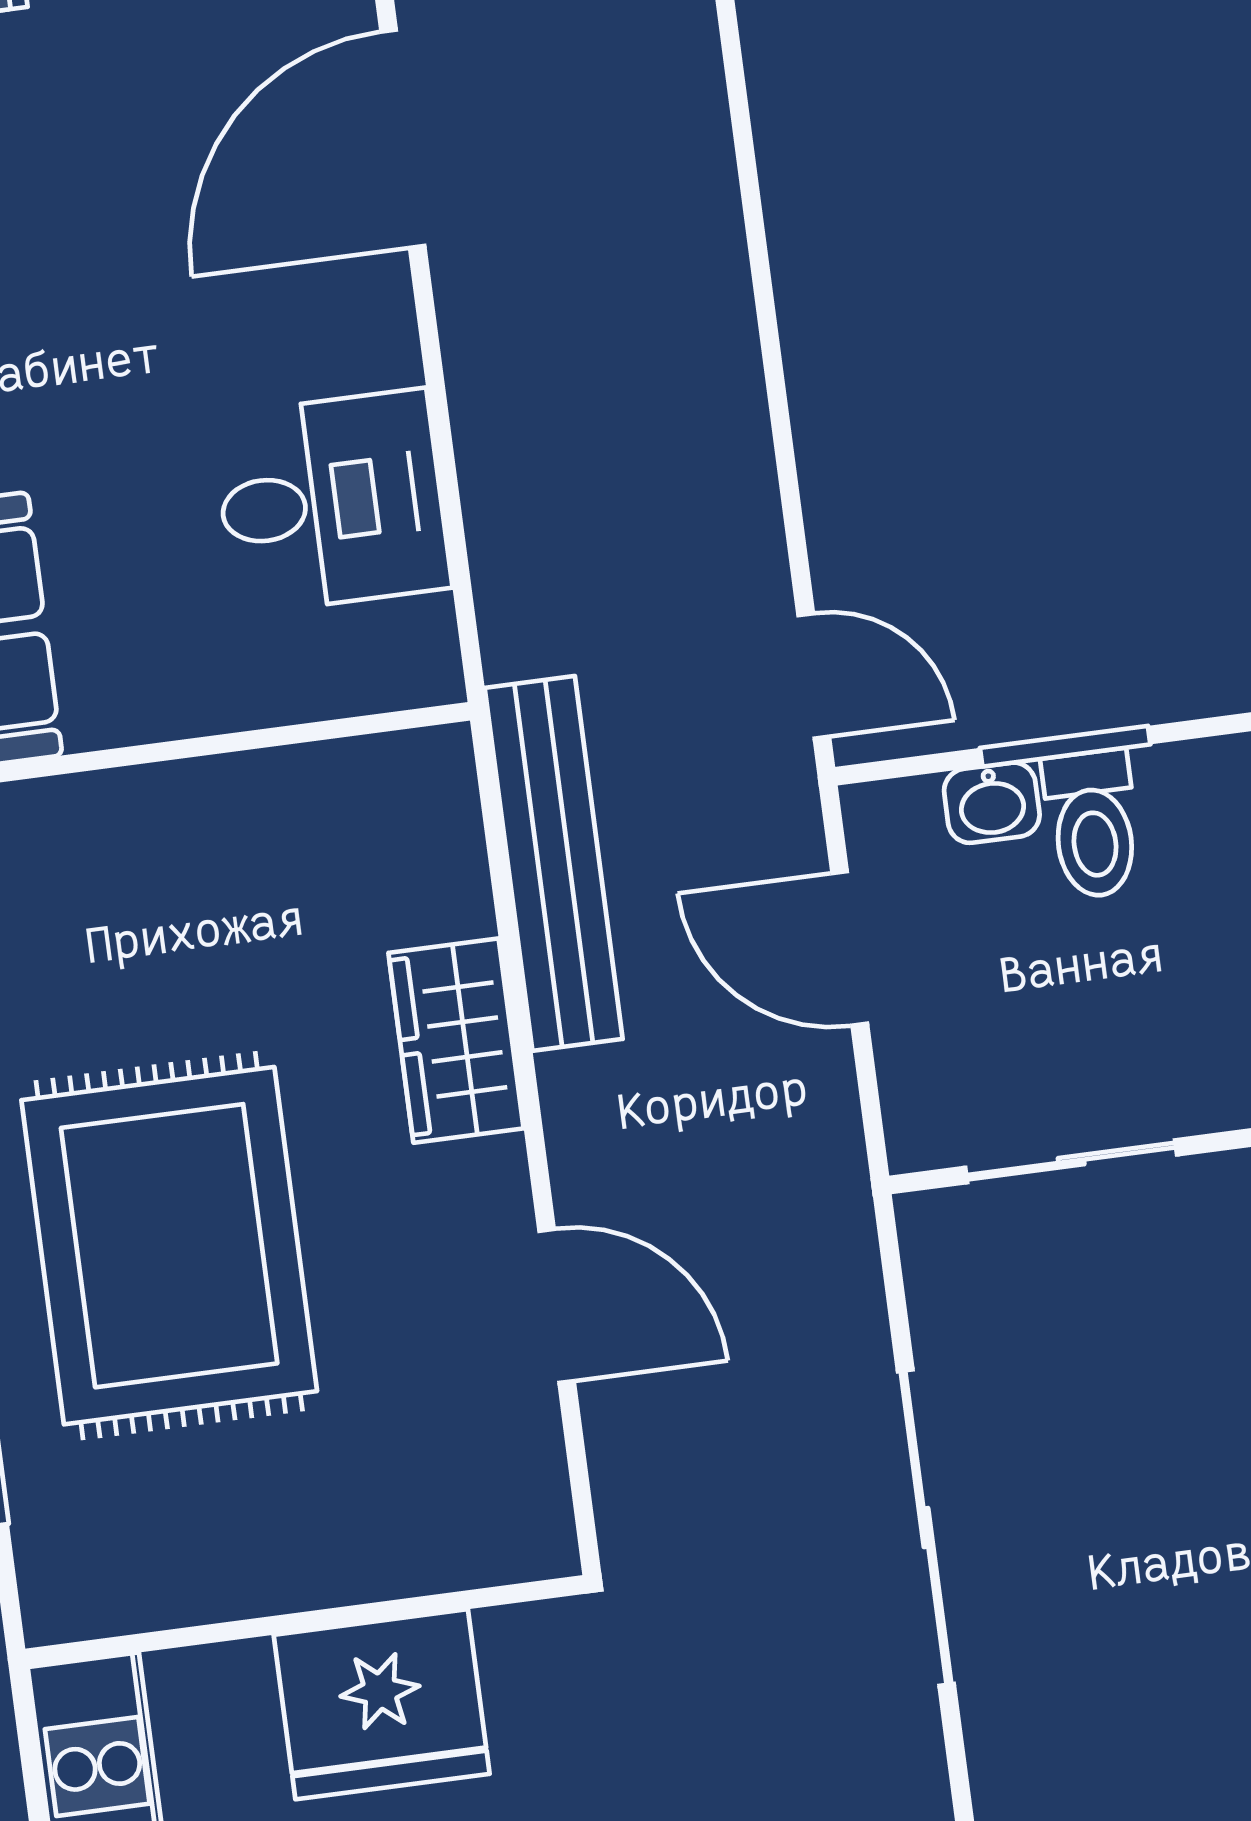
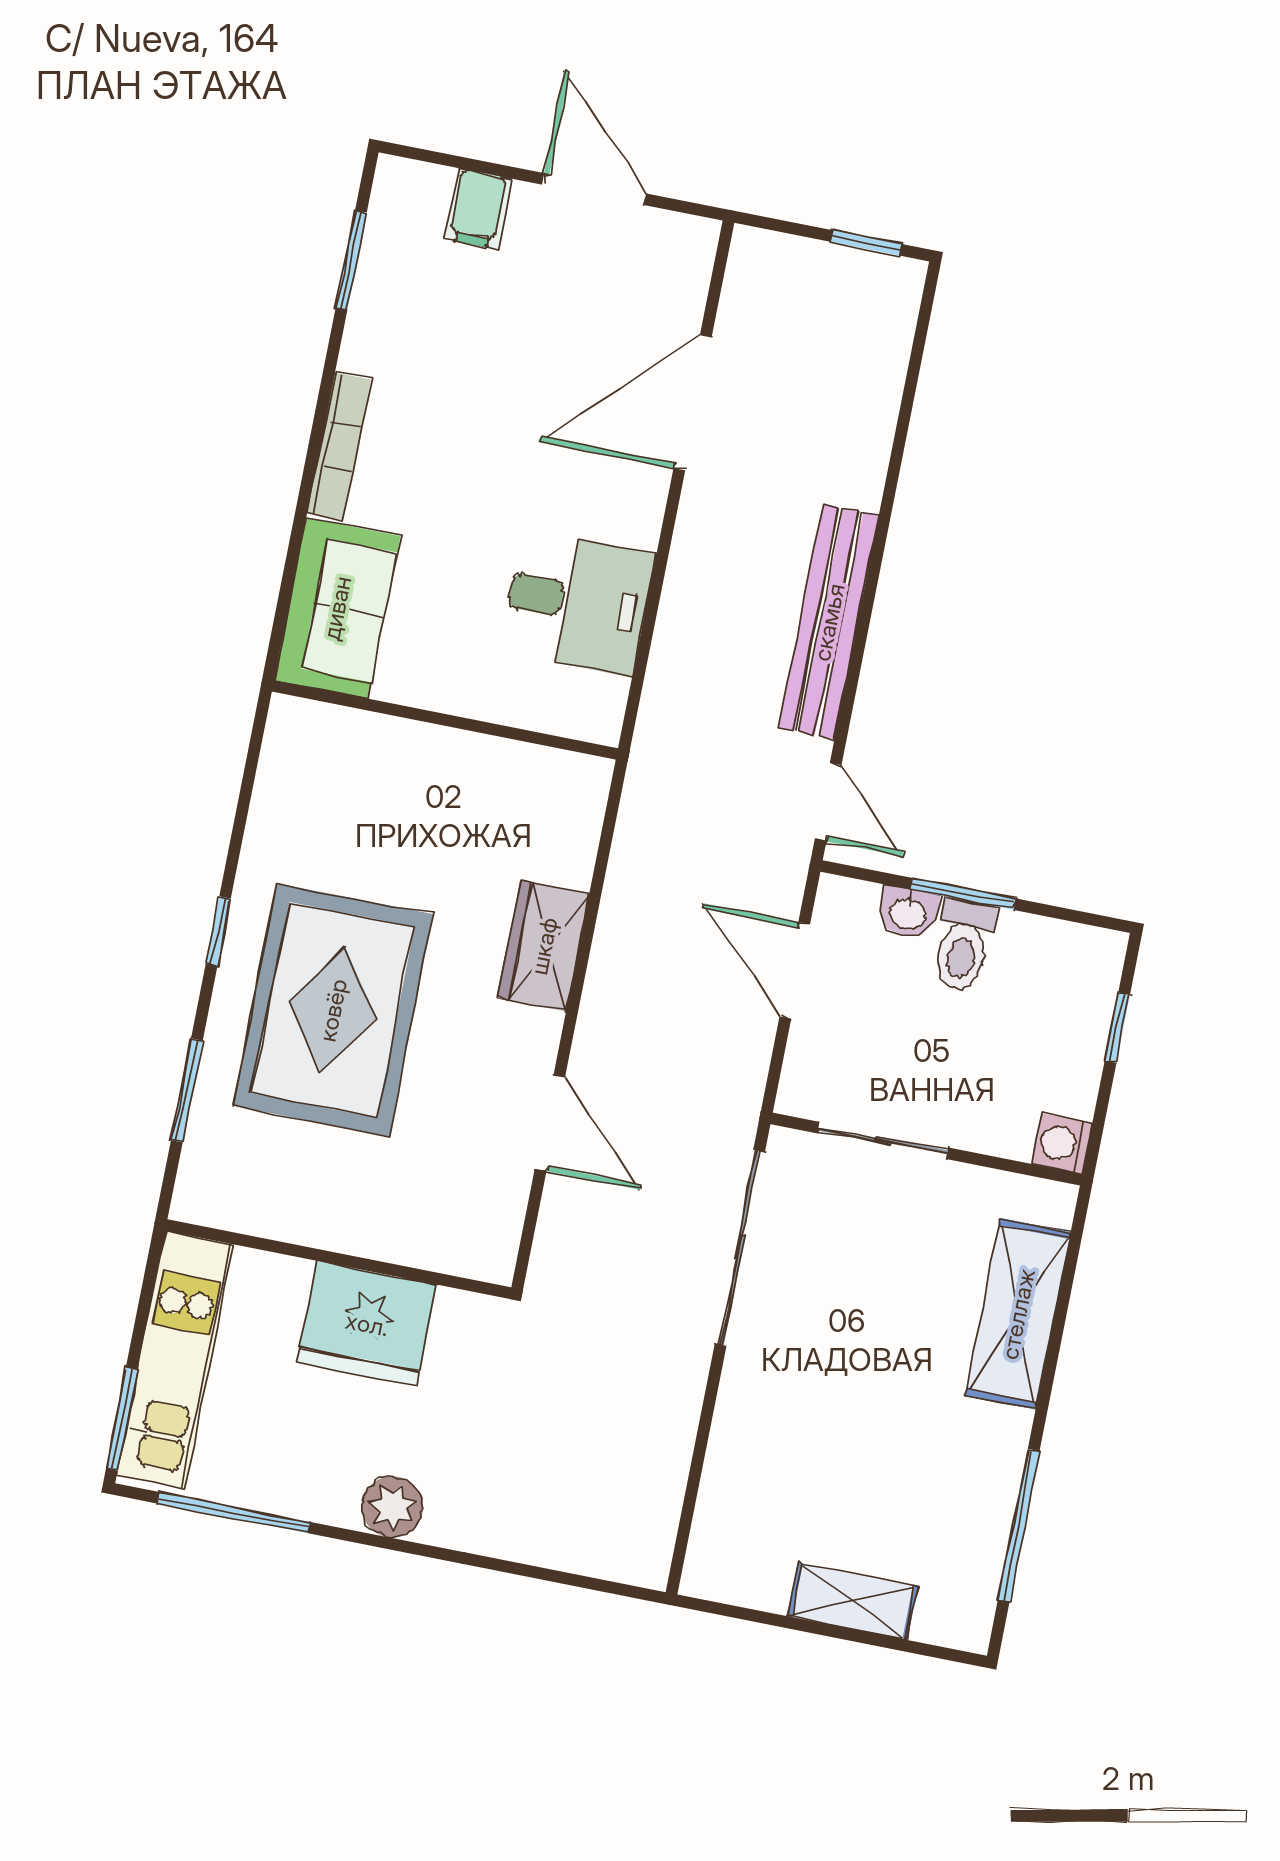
bench: (554, 863) -> (829, 622), moved
sliding door: (926, 1528) -> (740, 1248), moved

